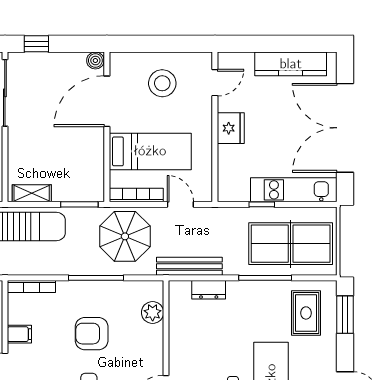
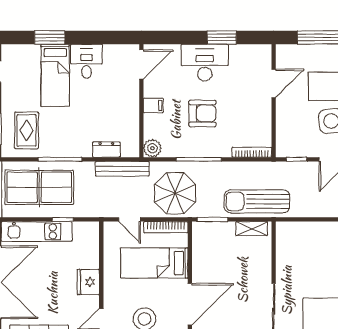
plant: (153, 313) -> (152, 148), moved
filing cabinet: (19, 334) -> (153, 105), moved, turned 180

